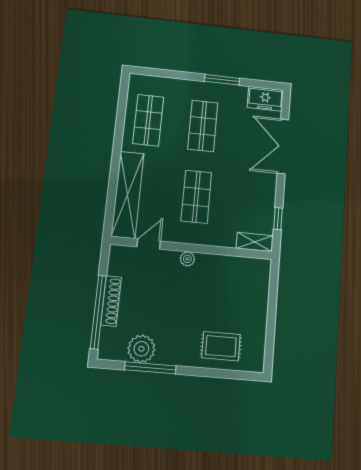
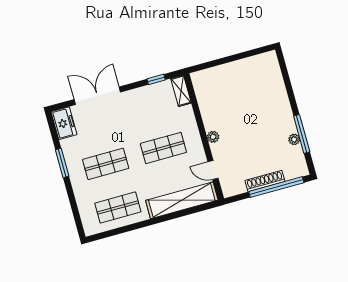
double door: (283, 146) -> (97, 96), swing flipped
rug: (221, 346) -> (267, 88), removed
plant: (141, 349) -> (294, 139), width x0.53, depth x0.53

